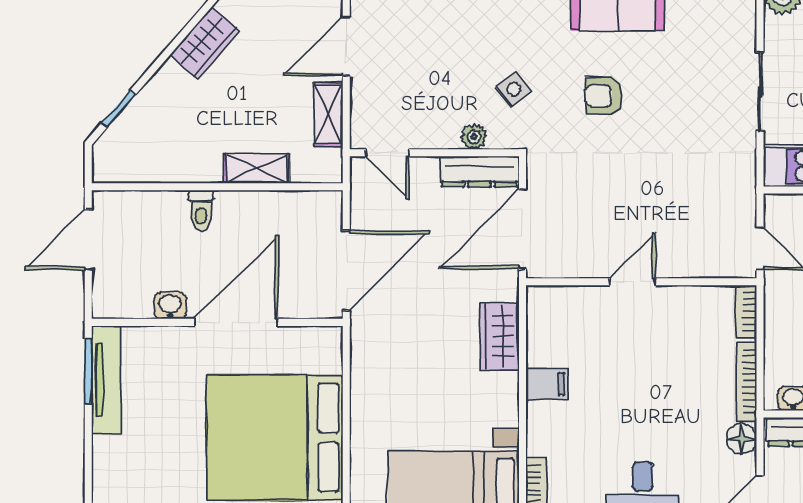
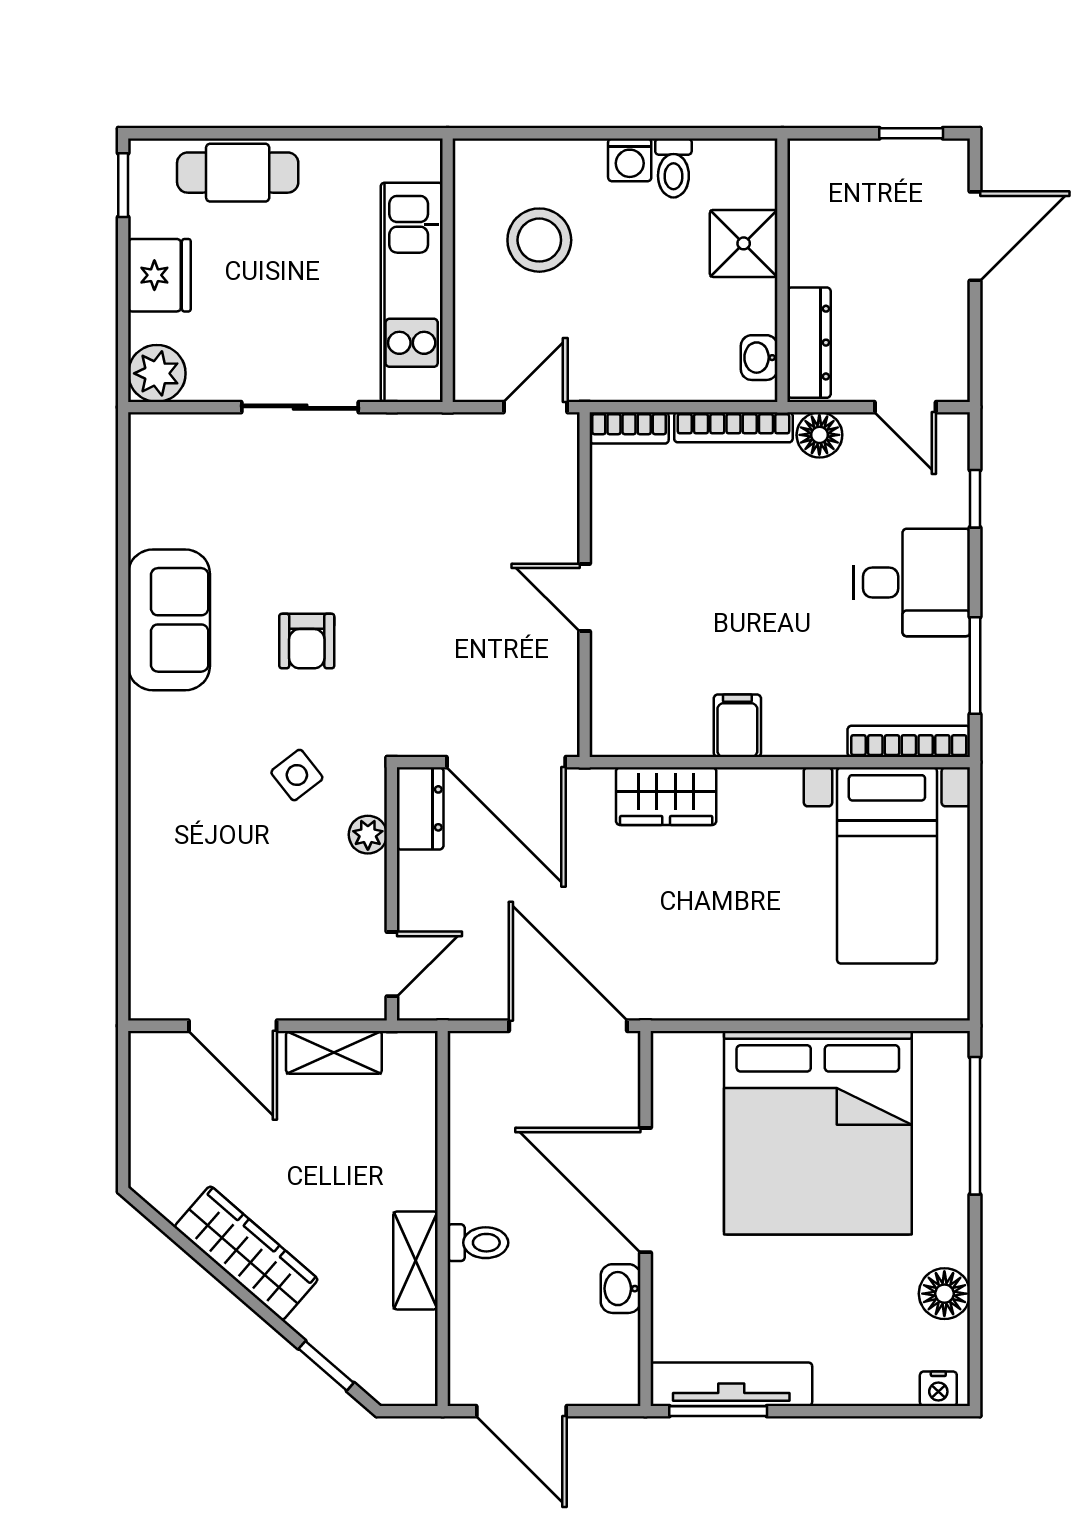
wardrobe: (205, 43) -> (246, 1253), width x1.50
shelving: (257, 169) -> (415, 1260), moved
dresser: (479, 172) -> (420, 808), width x0.70

